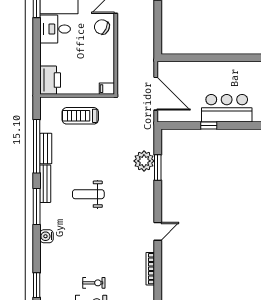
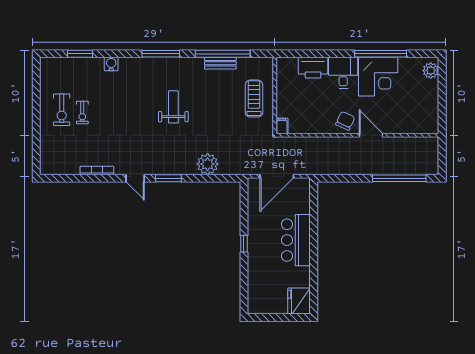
printer: (50, 80) -> (313, 68), moved
bar counter: (227, 108) -> (296, 240), moved, turned 180
window: (209, 126) -> (244, 244), moved
window: (158, 167) -> (168, 178), moved
bench: (45, 184) -> (184, 63), removed
water cooler: (47, 236) -> (111, 64), moved

